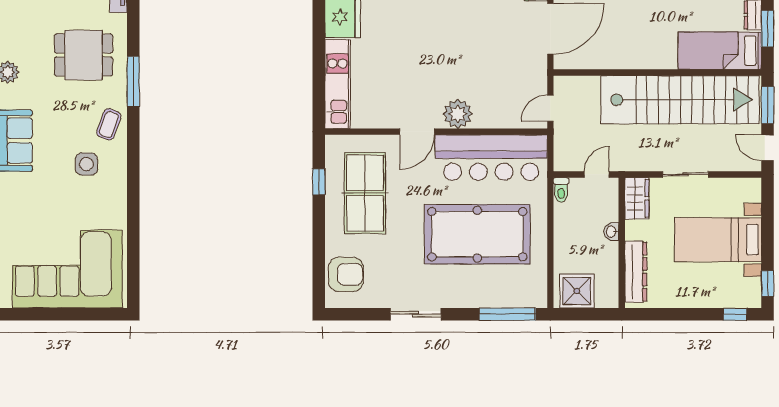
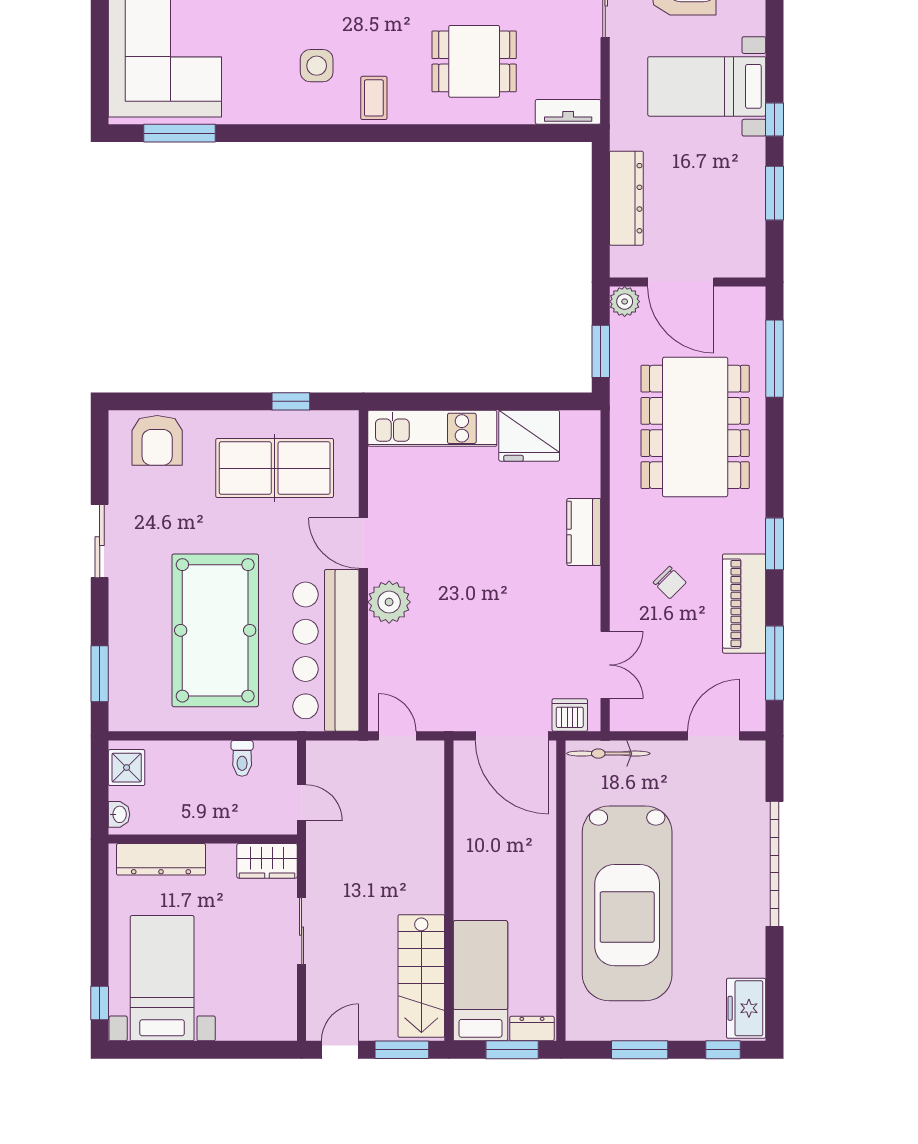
dining table: (84, 55) -> (474, 61), turned 90
window: (133, 82) -> (179, 133), moved
stairs: (680, 100) -> (421, 976), width x0.54, depth x0.66
coffee table: (109, 124) -> (374, 98), turned 70
toilet: (561, 190) -> (242, 758), moved, turned -90
washbasin: (611, 232) -> (119, 814), moved, turned 90
bed with nightstands: (718, 240) -> (162, 978), moved
window: (768, 284) -> (144, 1050), removed
shower: (577, 291) -> (127, 768), width x0.73, depth x0.73
window: (507, 314) -> (100, 674), width x0.69

